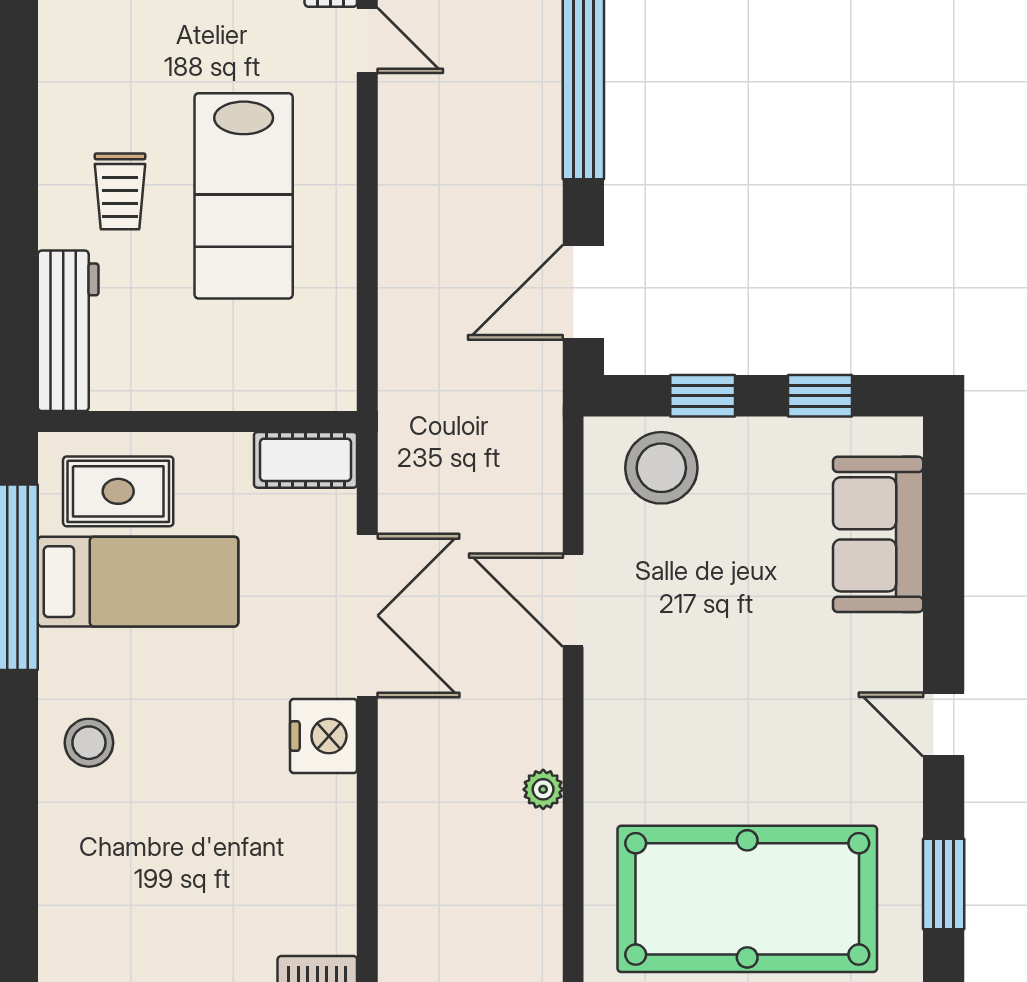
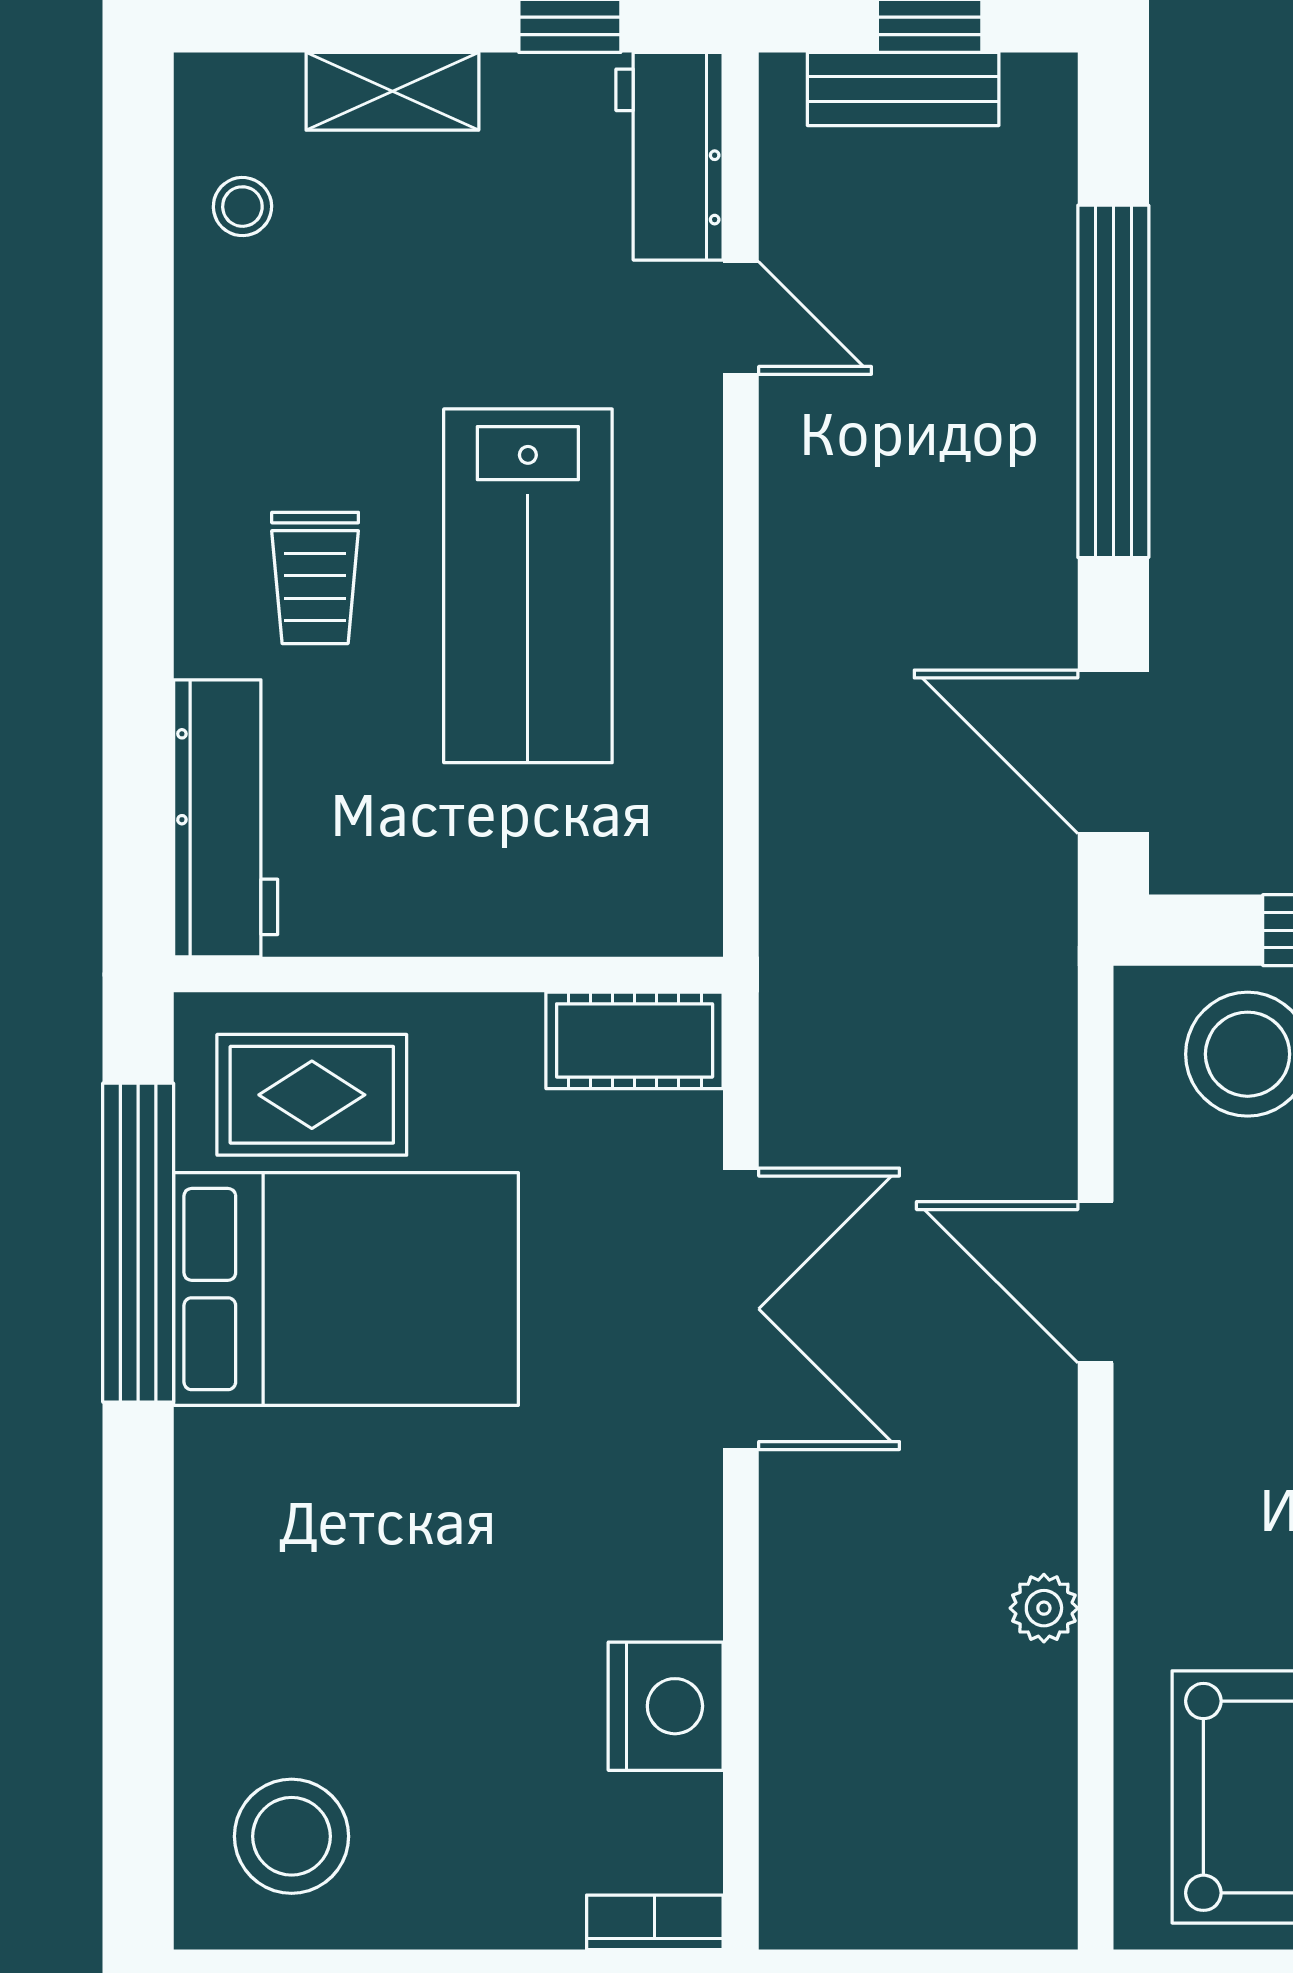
door: (583, 292) -> (1113, 752), hinge flipped
bed: (138, 582) -> (346, 1289), width x1.50
nightstand: (324, 736) -> (666, 1706), moved
stool: (89, 743) -> (292, 1836), moved, width x1.38, depth x1.38

